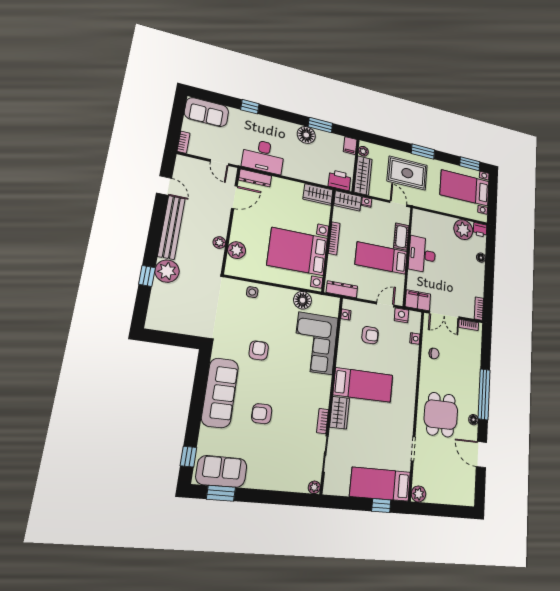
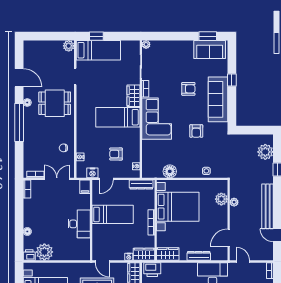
dresser: (255, 178) -> (199, 256), moved
cot: (401, 237) -> (98, 235), removed
plant: (167, 271) -> (265, 152), moved
filing cabinet: (418, 300) -> (85, 187), width x0.50
corner sofa: (315, 343) -> (157, 119), moved
dining table: (441, 415) -> (55, 103), turned 90
window: (188, 457) -> (232, 80), moved

